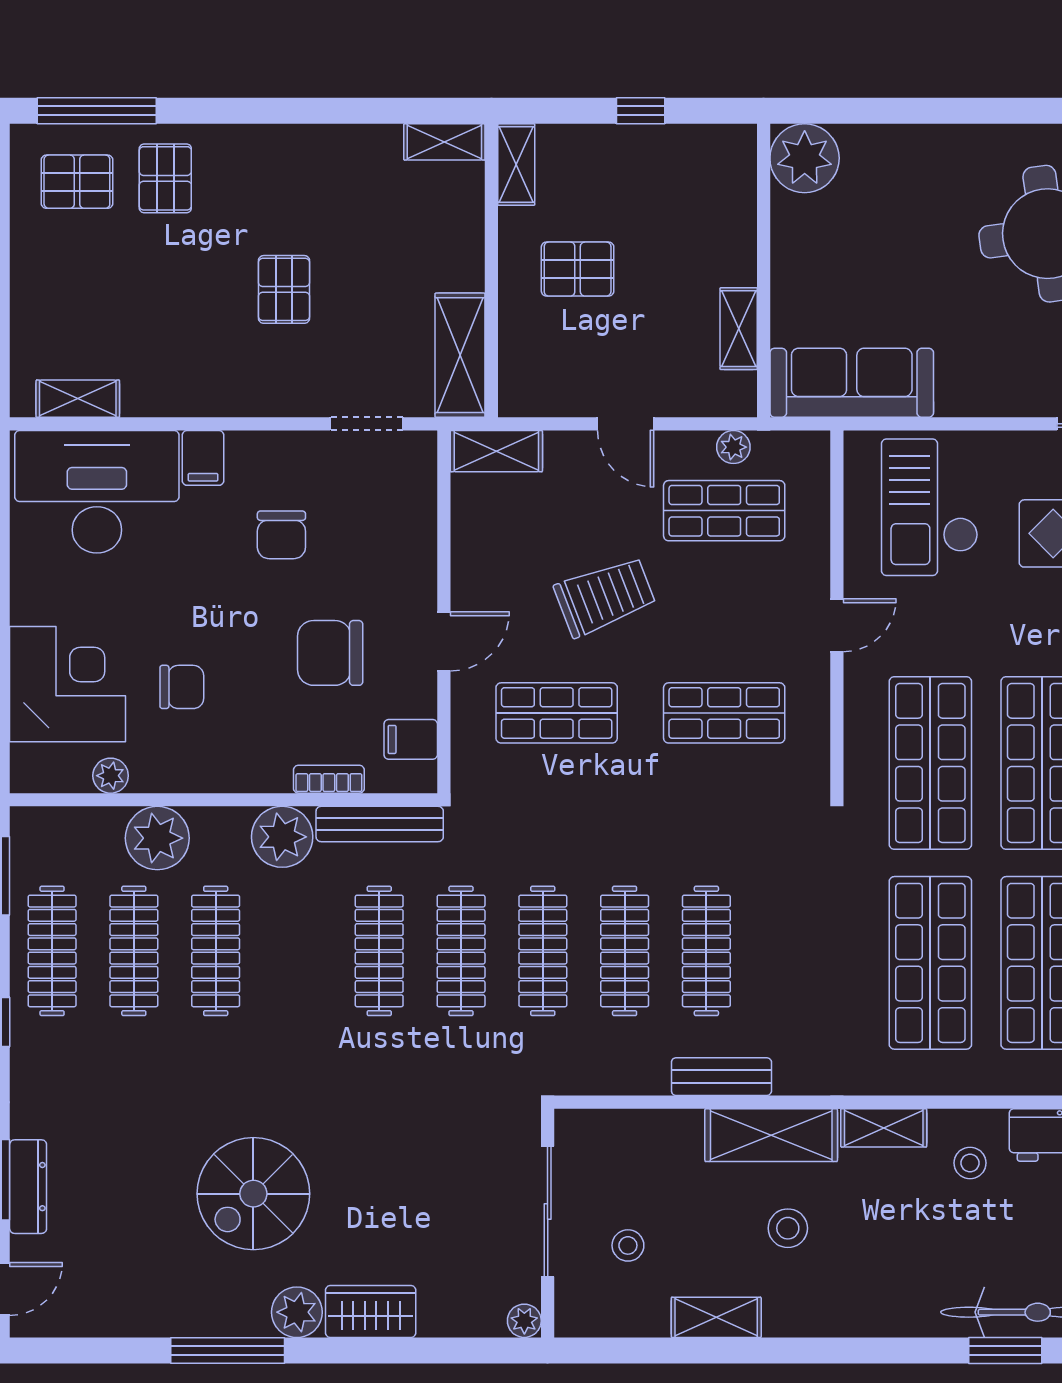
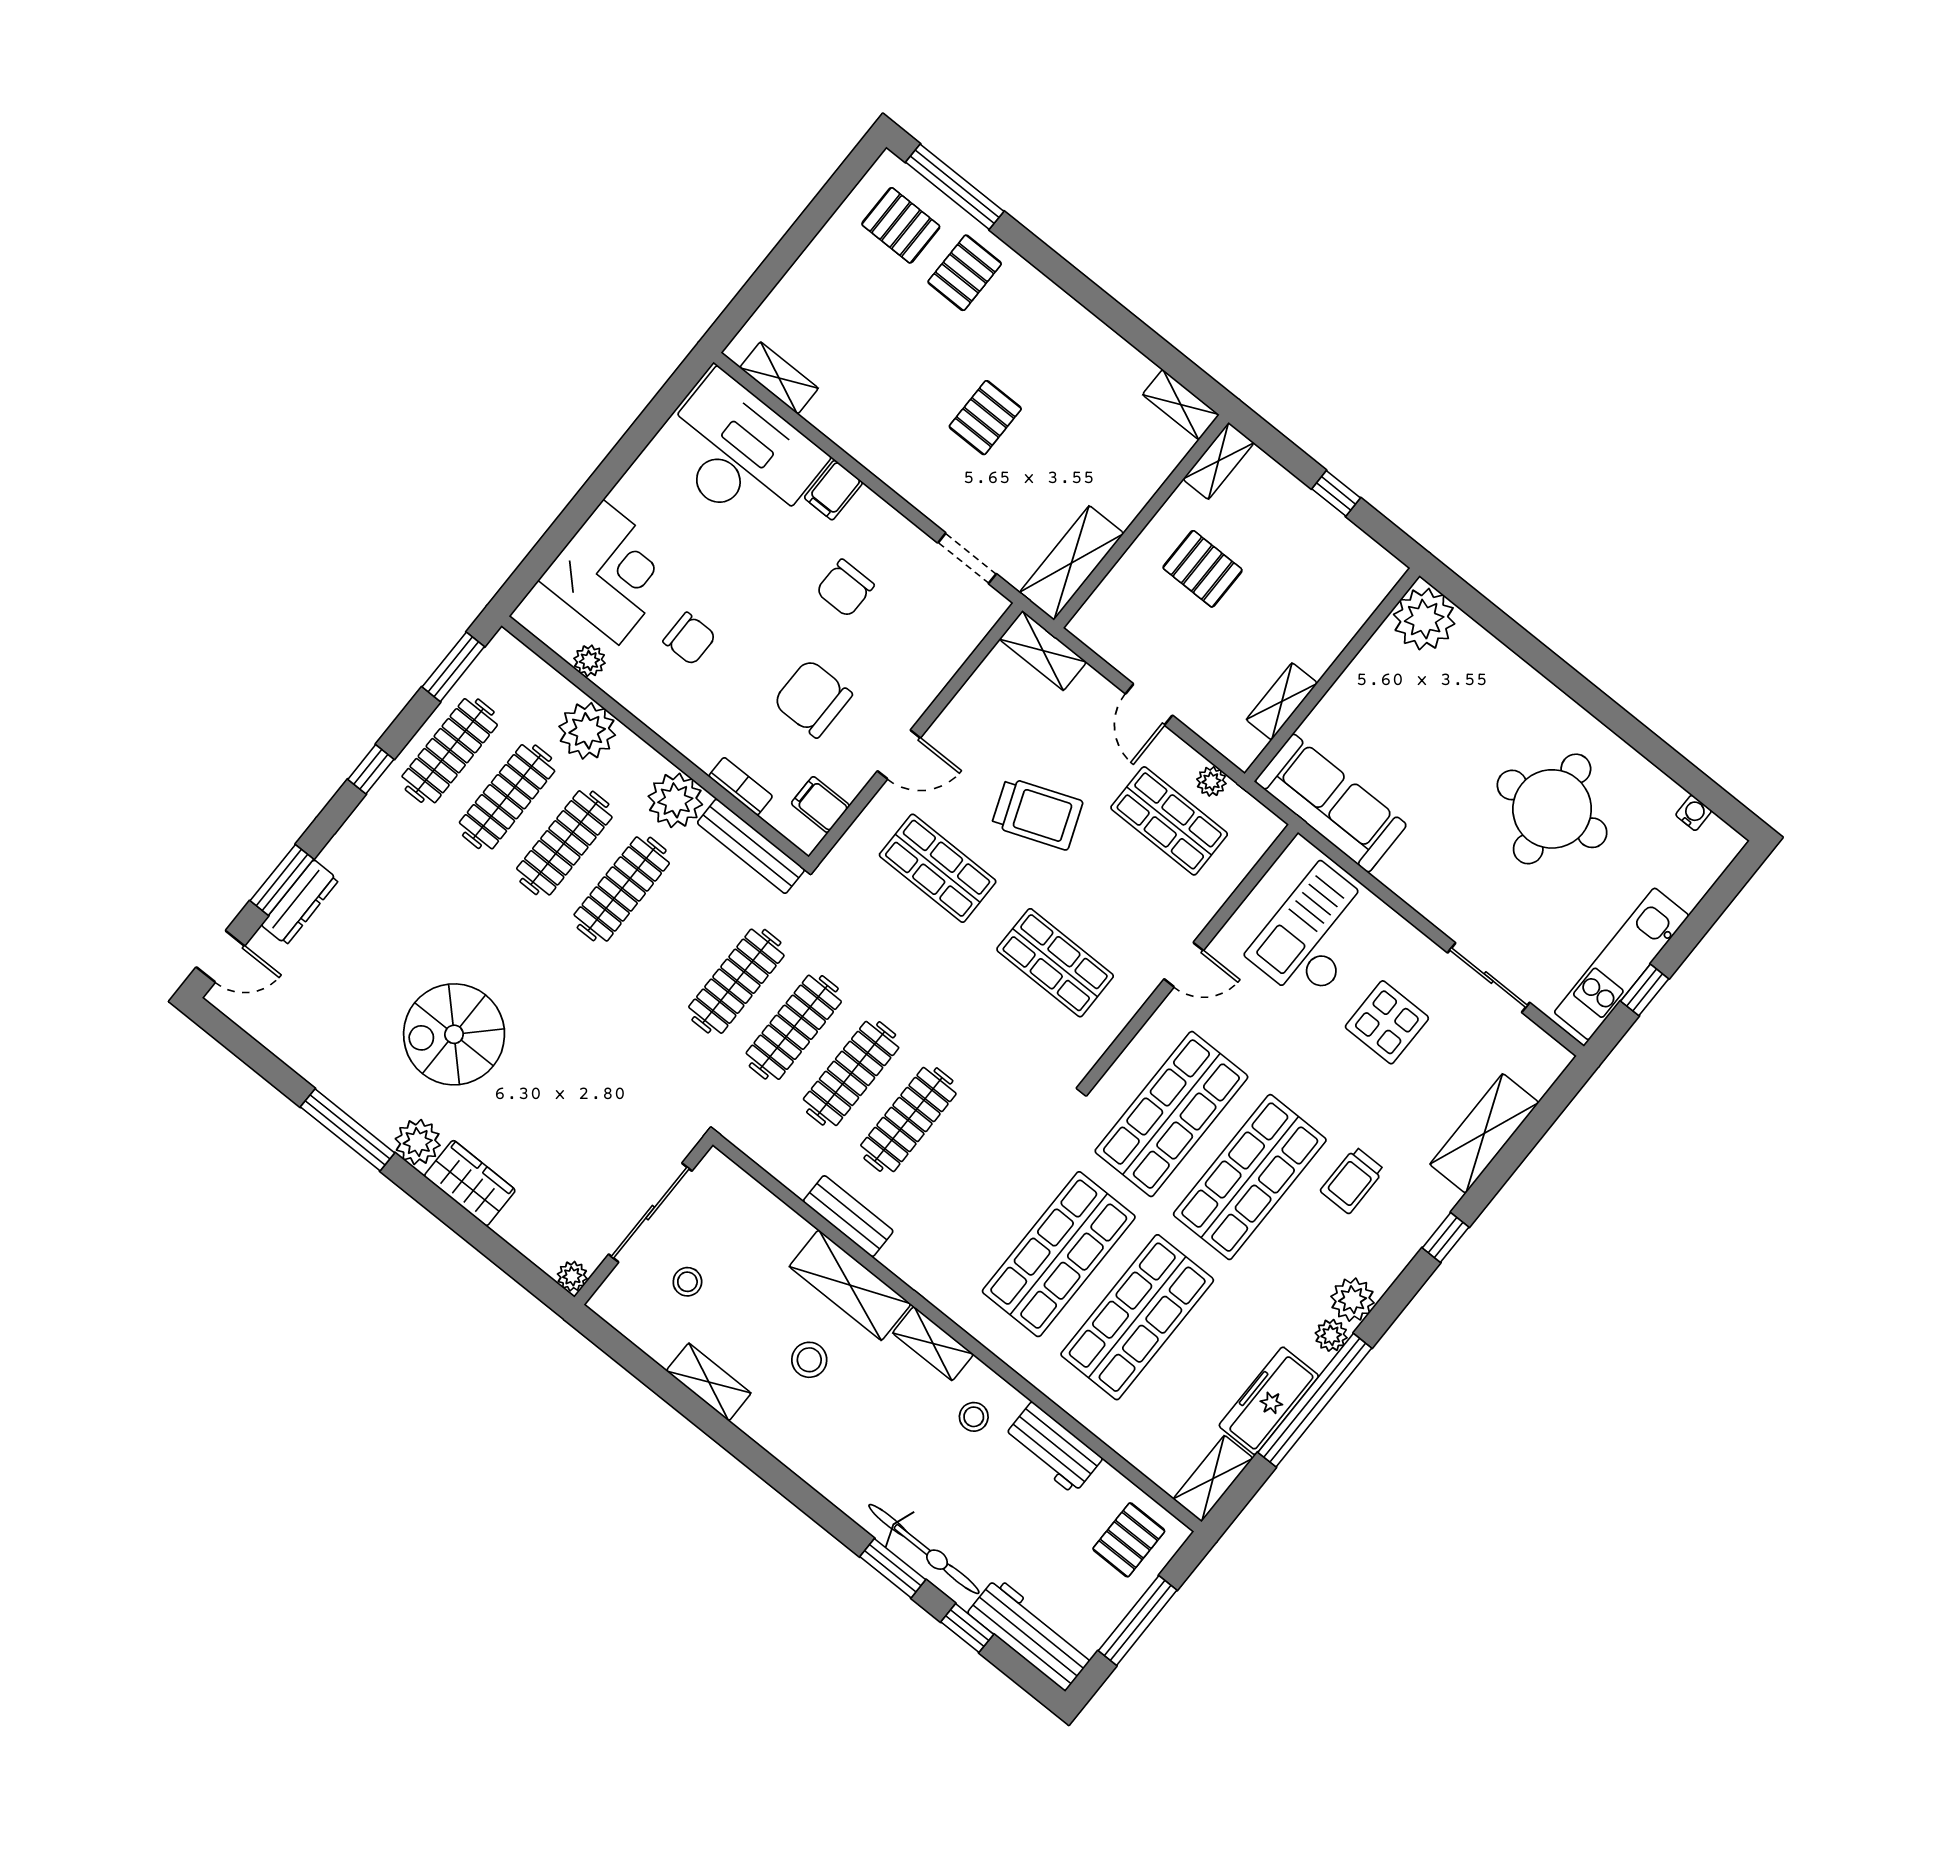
clothes rail: (379, 951) -> (622, 889), moved

